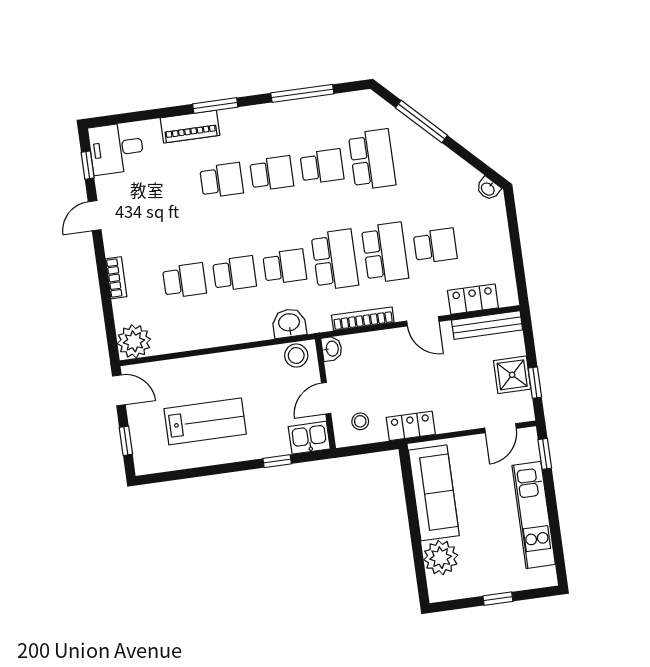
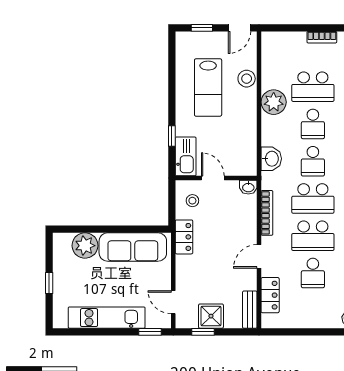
school desk: (184, 281) -> (313, 87), width x1.85
bench: (487, 325) -> (250, 310), width x0.73
plant: (134, 341) -> (274, 102), moved
stool: (296, 356) -> (247, 79), moved
kitchen sink: (309, 438) -> (186, 156), width x1.38

